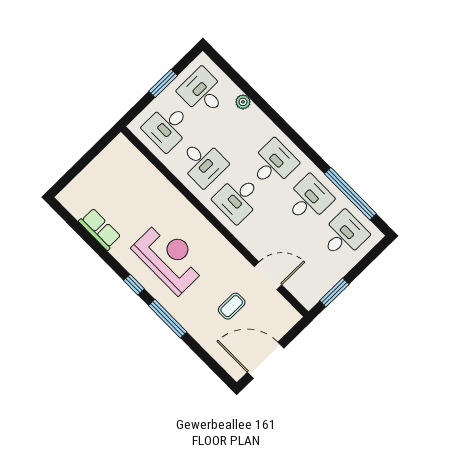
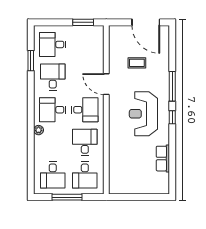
window: (163, 83) -> (67, 197), width x1.44
plant: (243, 102) -> (39, 130), moved
desk: (167, 127) -> (85, 175), turned 90
window: (350, 194) -> (31, 61), width x0.47
desk: (309, 200) -> (53, 77), turned 90
door: (268, 276) -> (106, 84), moved

